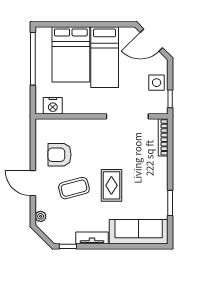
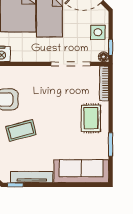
floor lamp: (163, 109) -> (104, 57), added
rug: (111, 185) -> (91, 118), moved
tv unit: (92, 238) -> (32, 177), width x1.41

